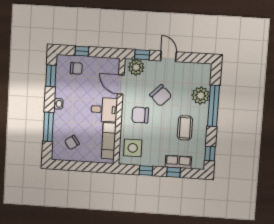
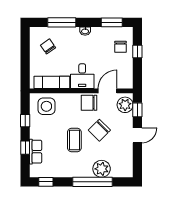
chair: (140, 115) -> (89, 103), moved, turned -90
coffee table: (185, 128) -> (74, 140), moved, turned 90

